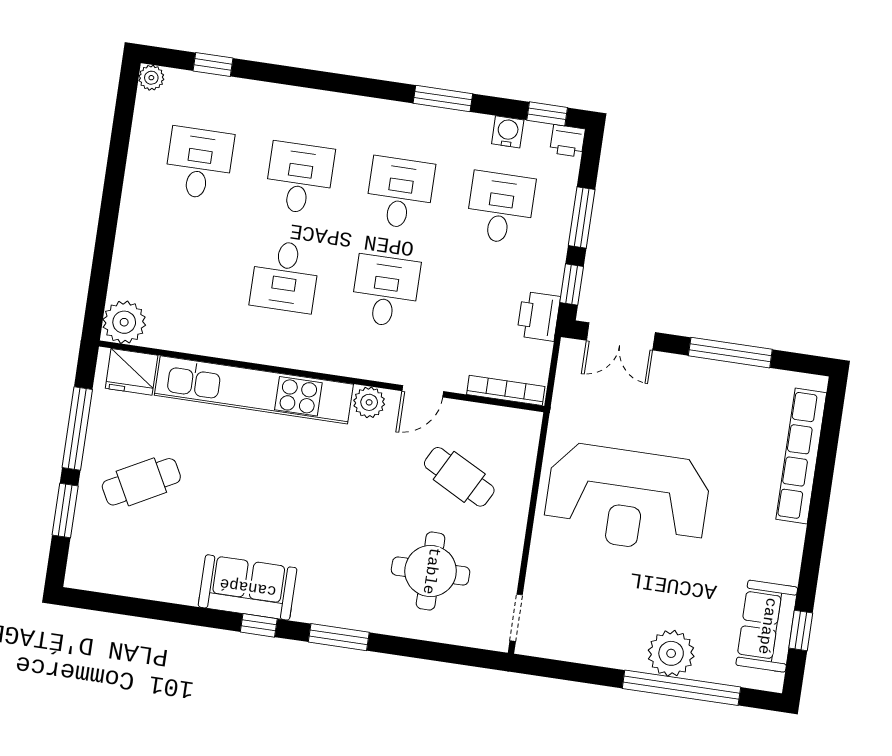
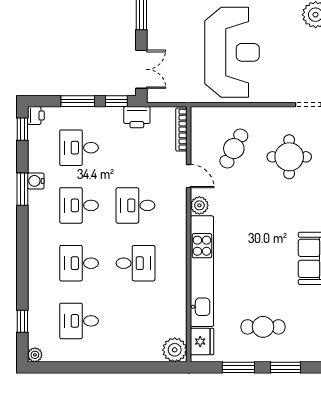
water cooler: (508, 132) -> (36, 181), moved
window: (77, 428) -> (238, 367), width x0.69
cafe table: (141, 482) -> (263, 327), turned -62

